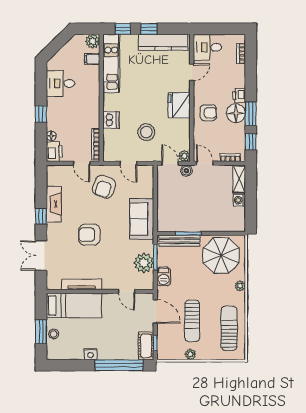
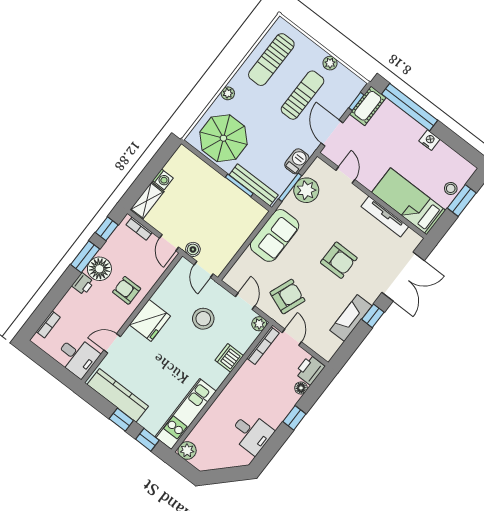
filing cabinet: (92, 59) -> (201, 433), removed
plant: (184, 156) -> (259, 324), moved
double door: (41, 255) -> (403, 277), width x1.37

